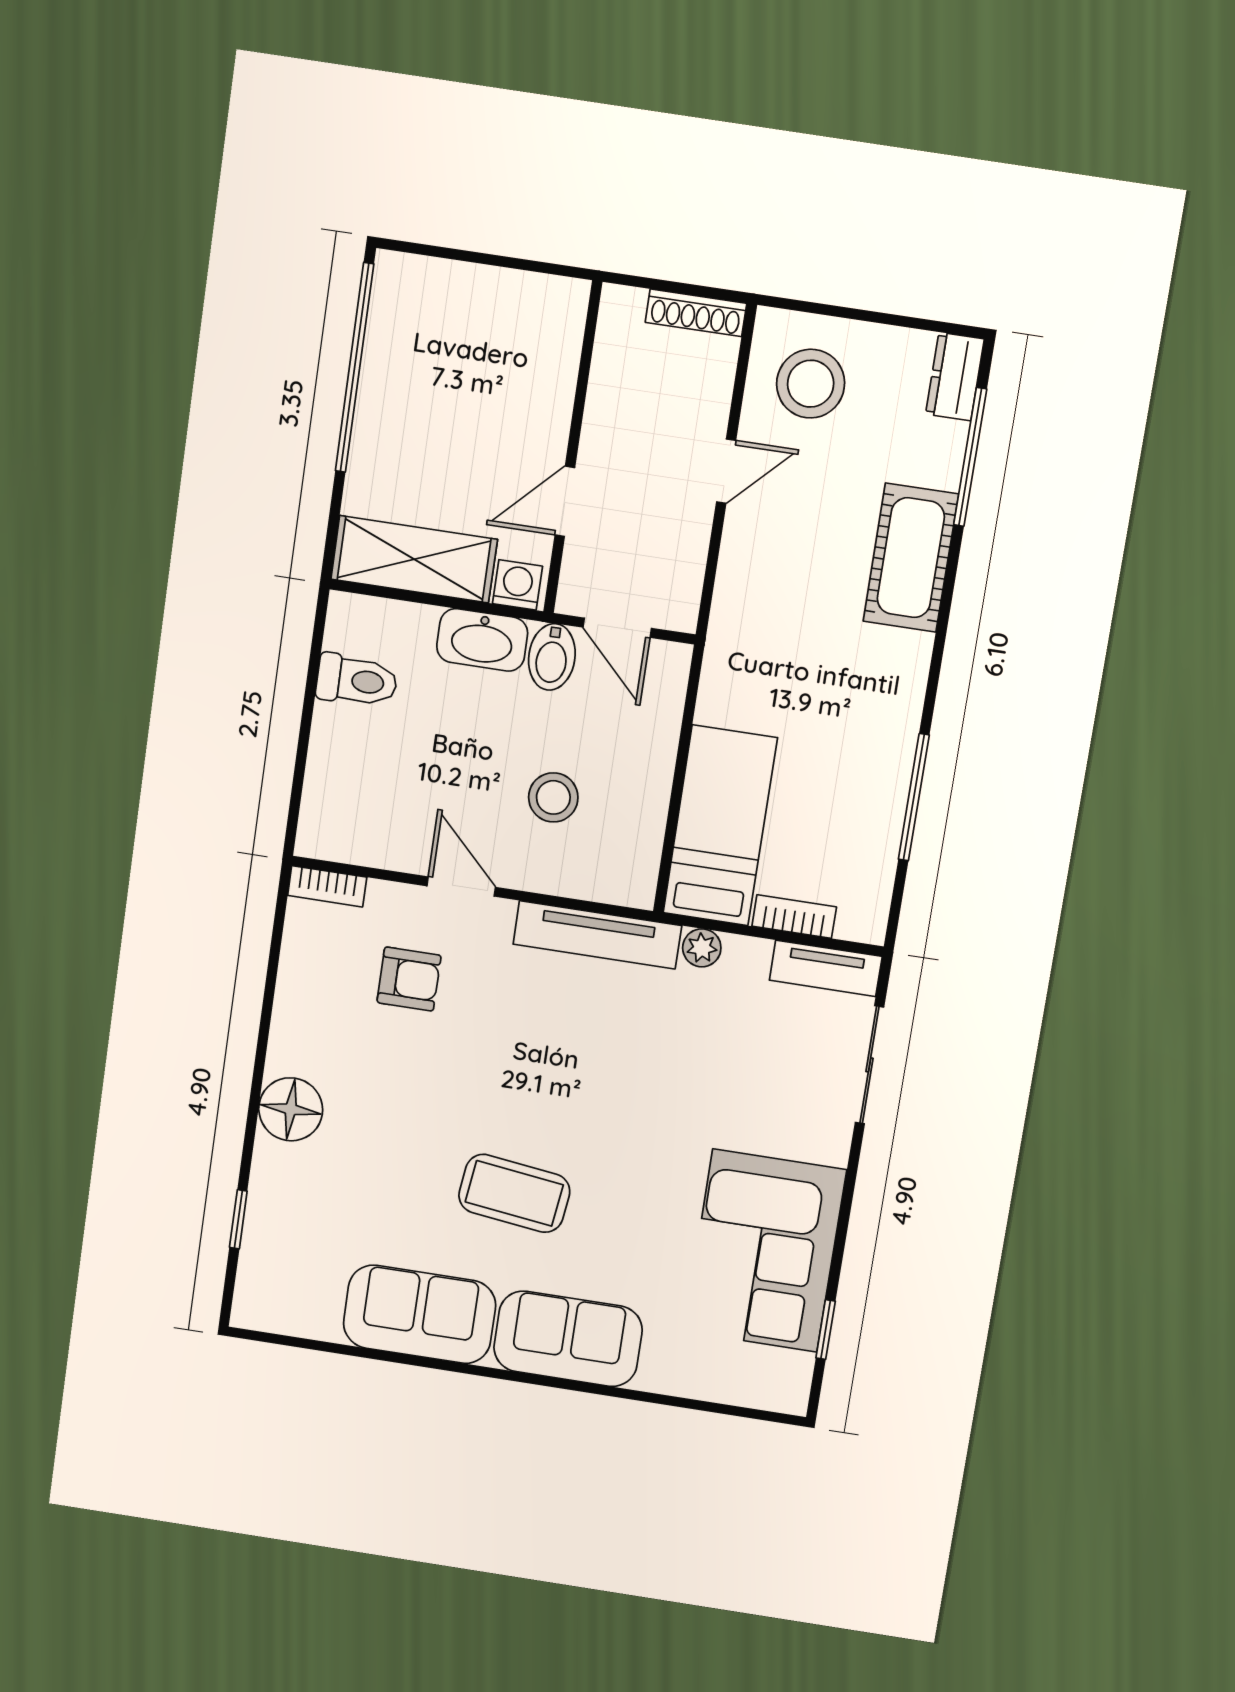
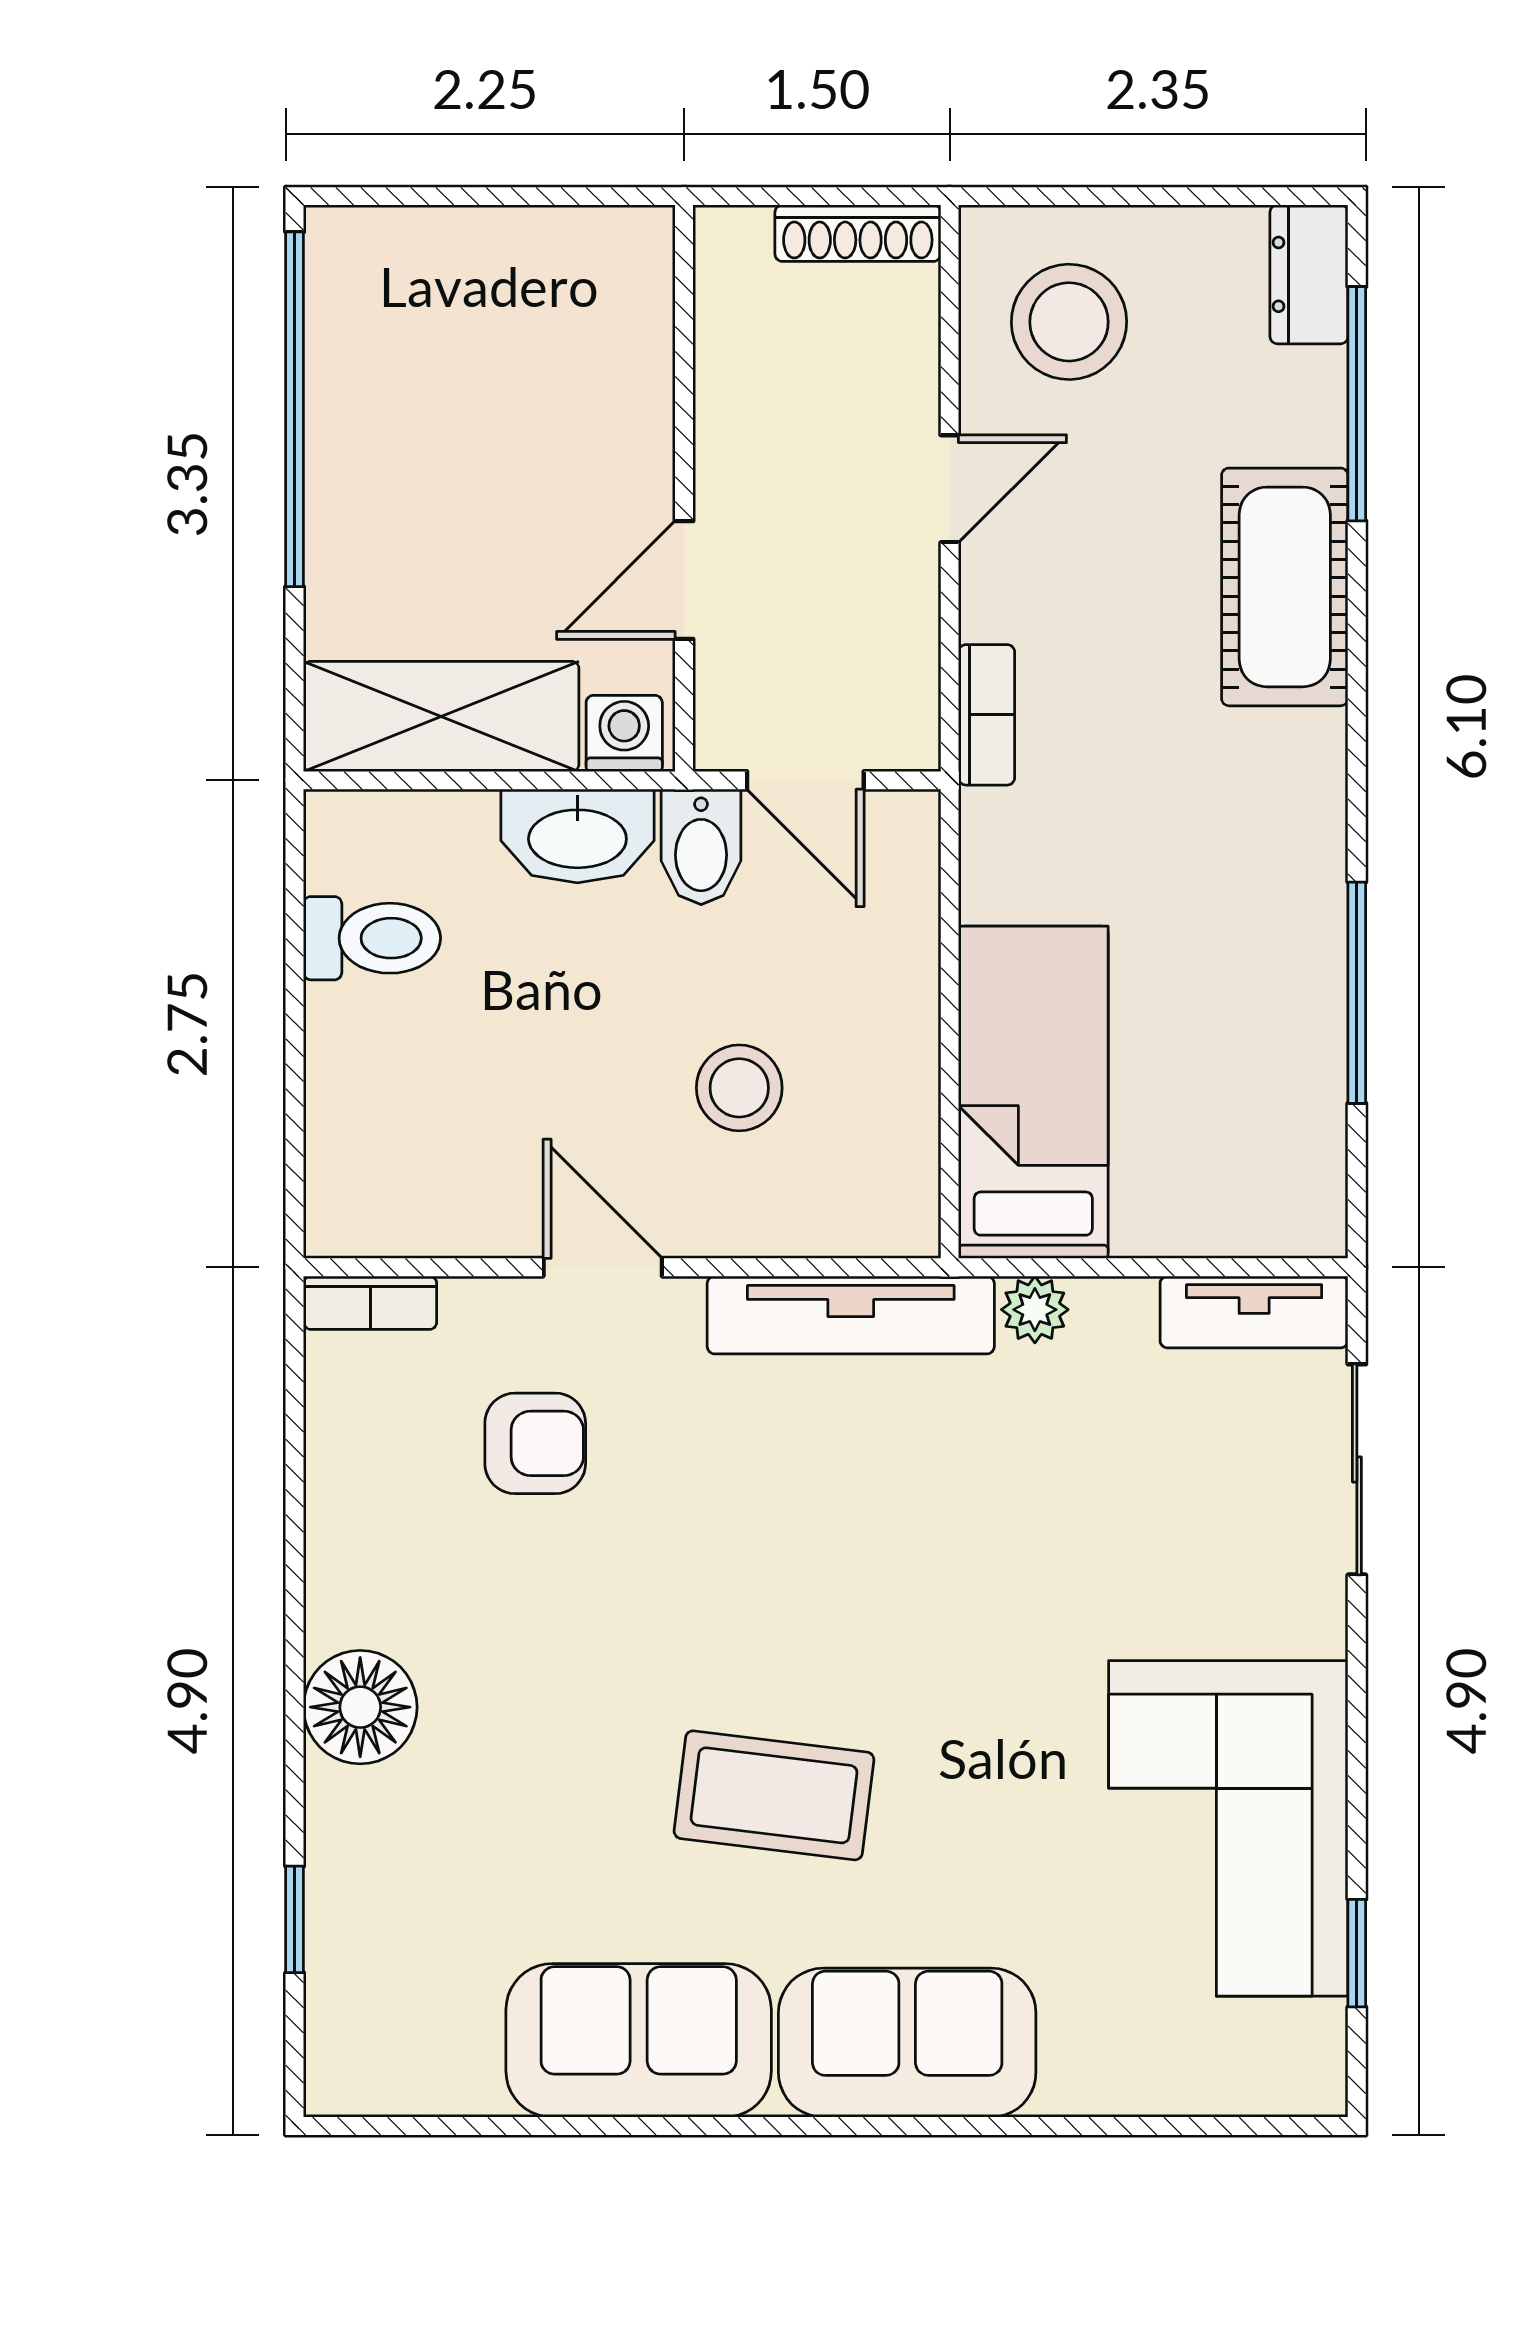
bookcase: (794, 917) -> (987, 715), moved, turned 90

